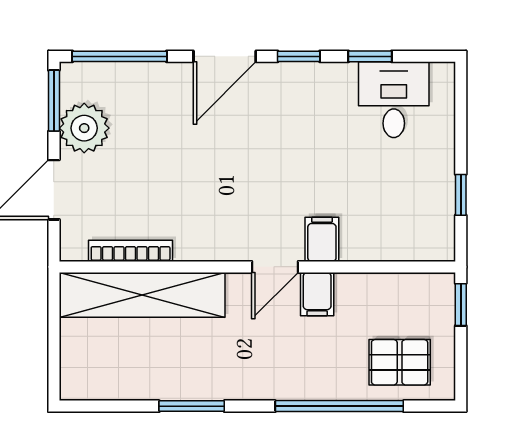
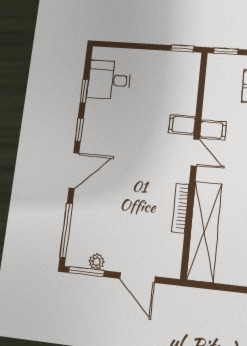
door: (225, 56) -> (74, 171), hinge flipped
plant: (84, 128) -> (97, 262), width x0.53, depth x0.53
window: (461, 195) -> (182, 49), moved
bookcase: (131, 251) -> (180, 208), moved

